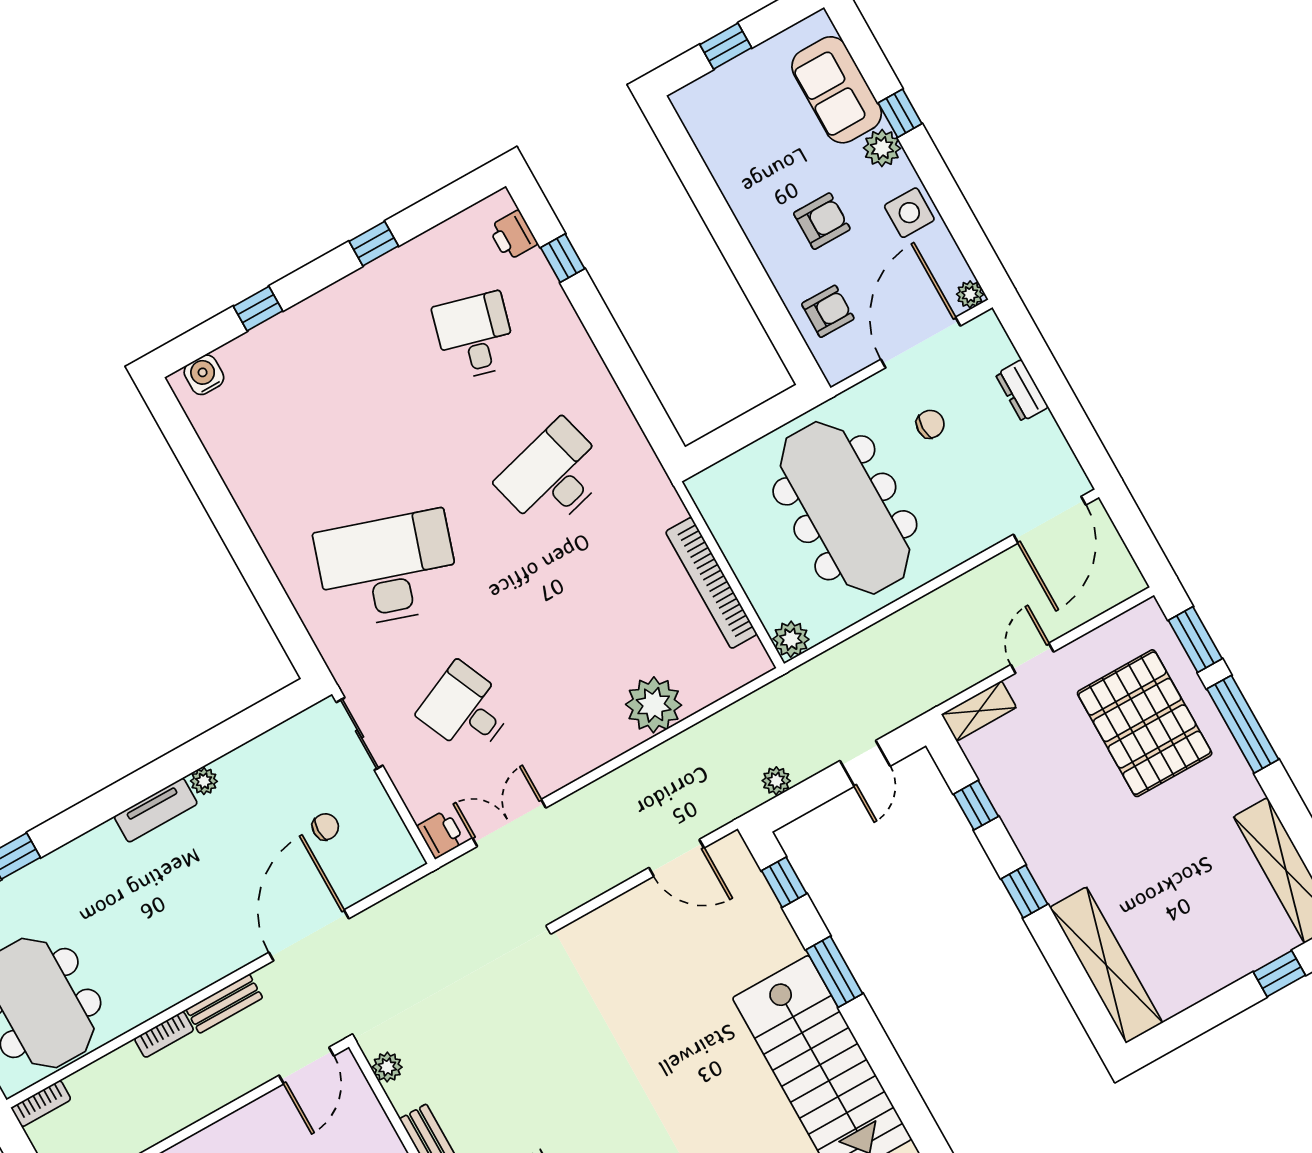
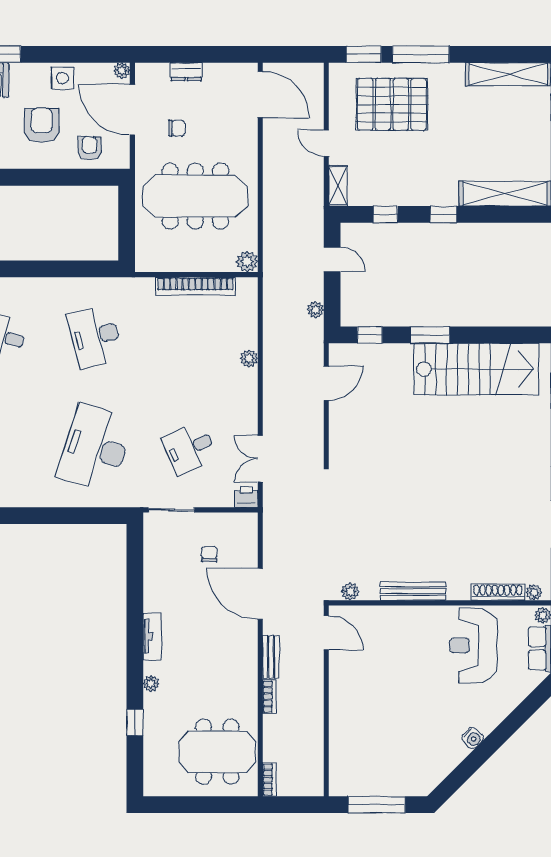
plant: (882, 148) -> (21, 73), removed
armchair: (822, 221) -> (42, 125), width x1.38, depth x1.38
chair: (930, 424) -> (177, 128), turned 90
plant: (654, 705) -> (249, 358), width x0.53, depth x0.53
plant: (204, 781) -> (151, 684), moved

